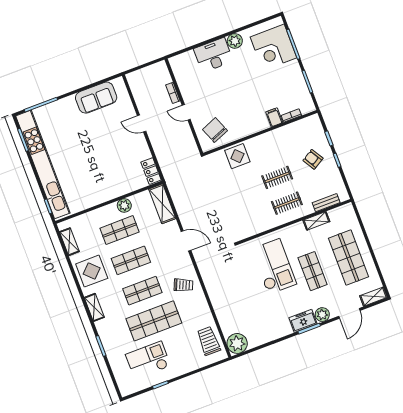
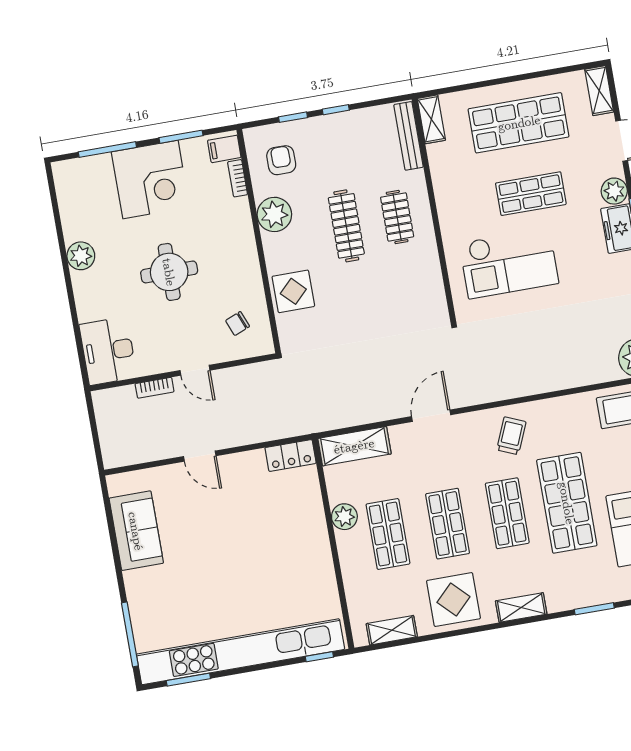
corner desk: (273, 47) -> (150, 179), moved
desk: (213, 55) -> (108, 351), moved
round table: (235, 89) -> (169, 272), added
door: (186, 112) -> (195, 370), hinge flipped
filing cabinet: (274, 117) -> (224, 149), moved
door: (142, 123) -> (200, 456), hinge flipped
chair: (215, 130) -> (238, 324), width x0.54, depth x0.54
plant: (276, 138) -> (274, 214), added
armchair: (313, 159) -> (281, 160), moved, turned 121
clothes rail: (277, 177) -> (346, 226), width x1.36
bench: (326, 203) -> (409, 136), width x1.36
shelving: (316, 221) -> (431, 119), moved
checkout: (274, 266) -> (509, 263), turned 180

